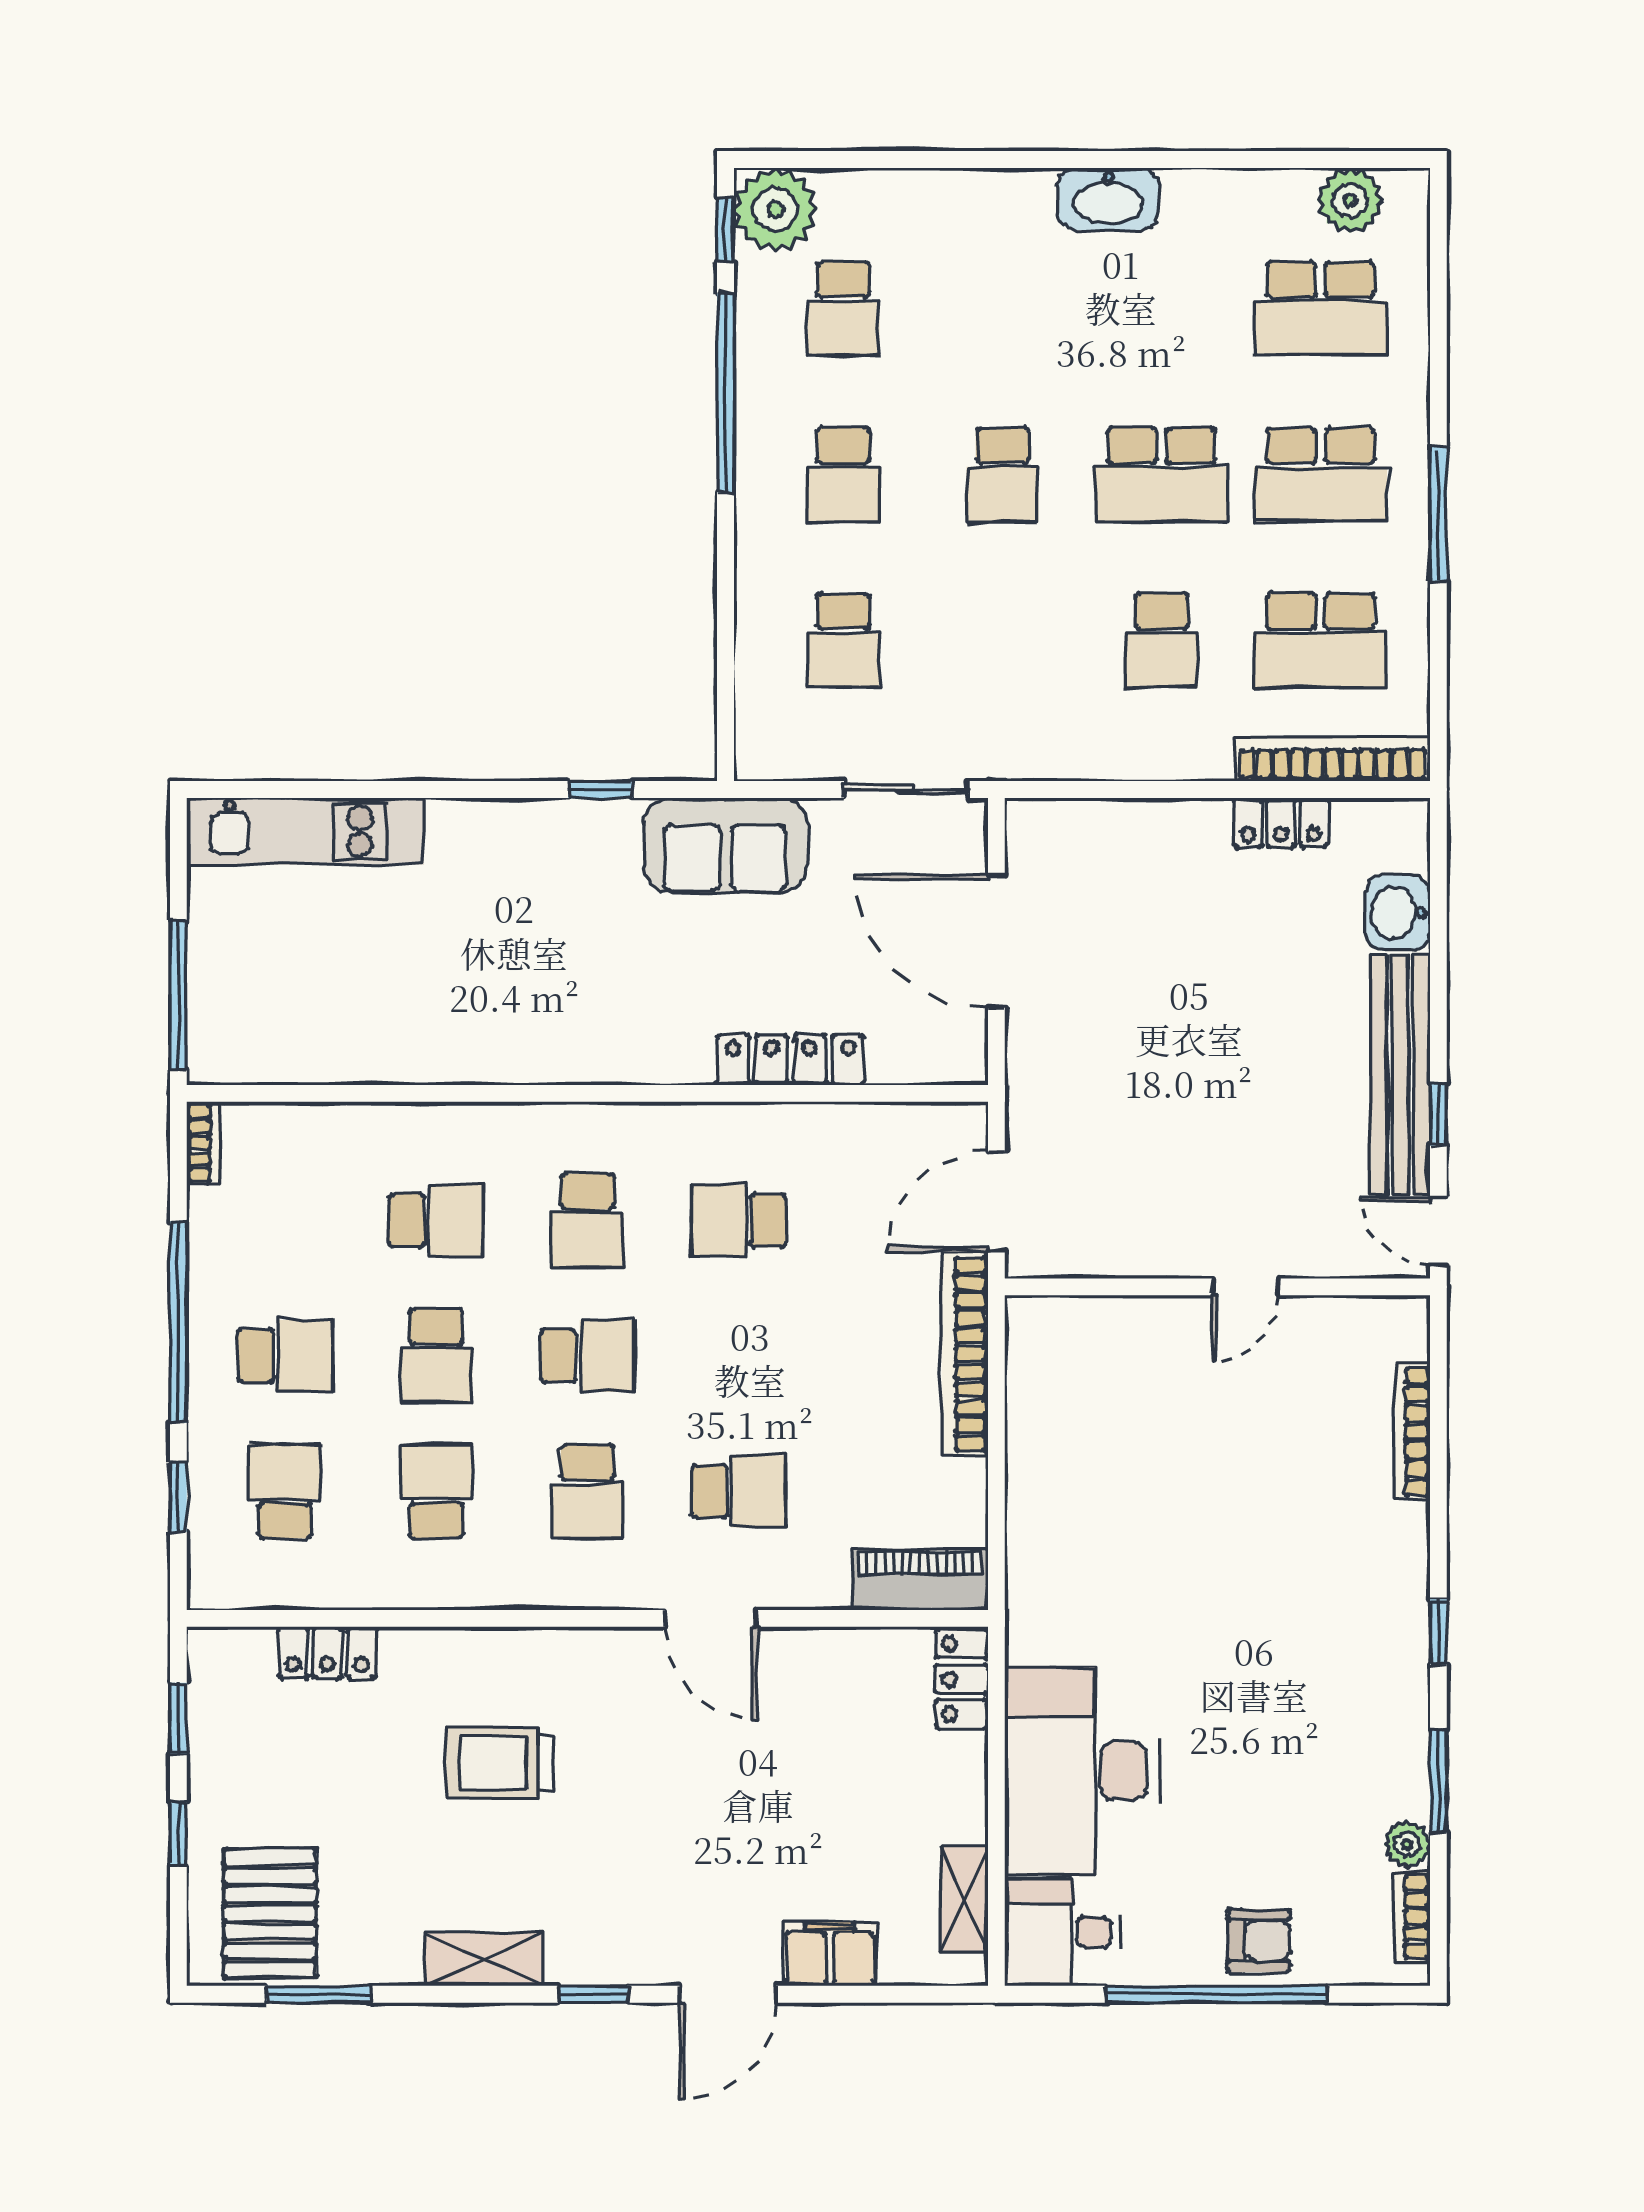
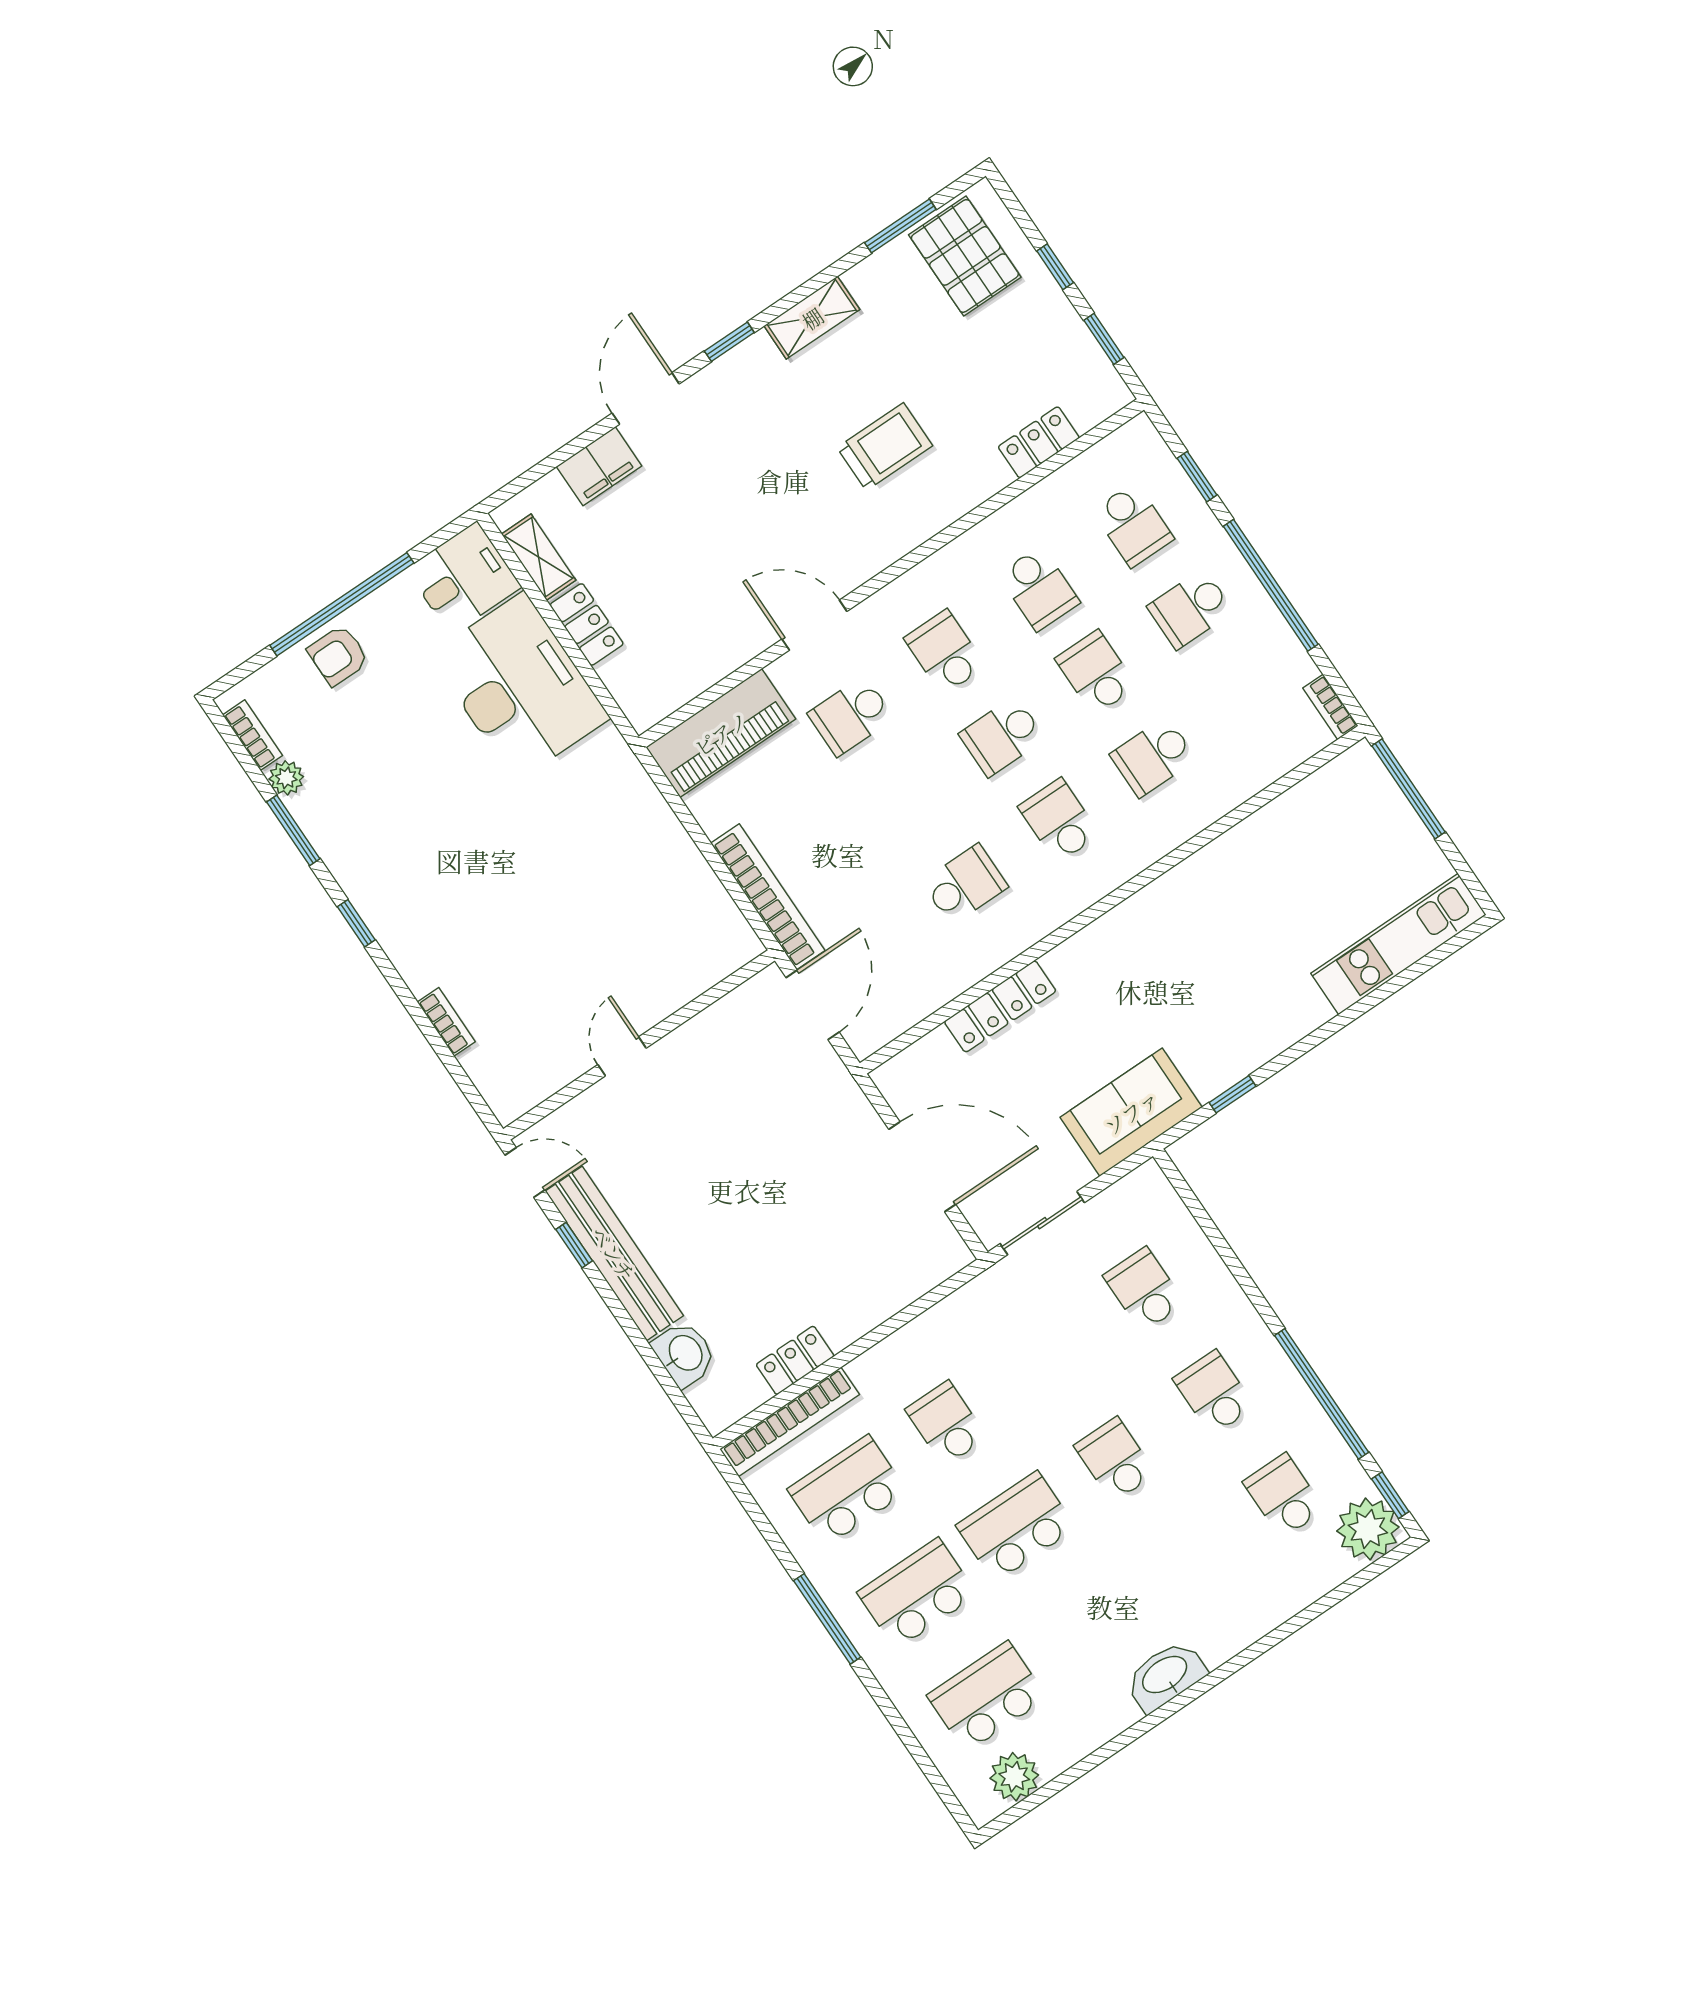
bookcase: (1413, 1432) -> (446, 1022), width x0.64
piano: (920, 1580) -> (721, 733), width x1.37, depth x1.33
locker: (962, 1679) -> (587, 624), moved

